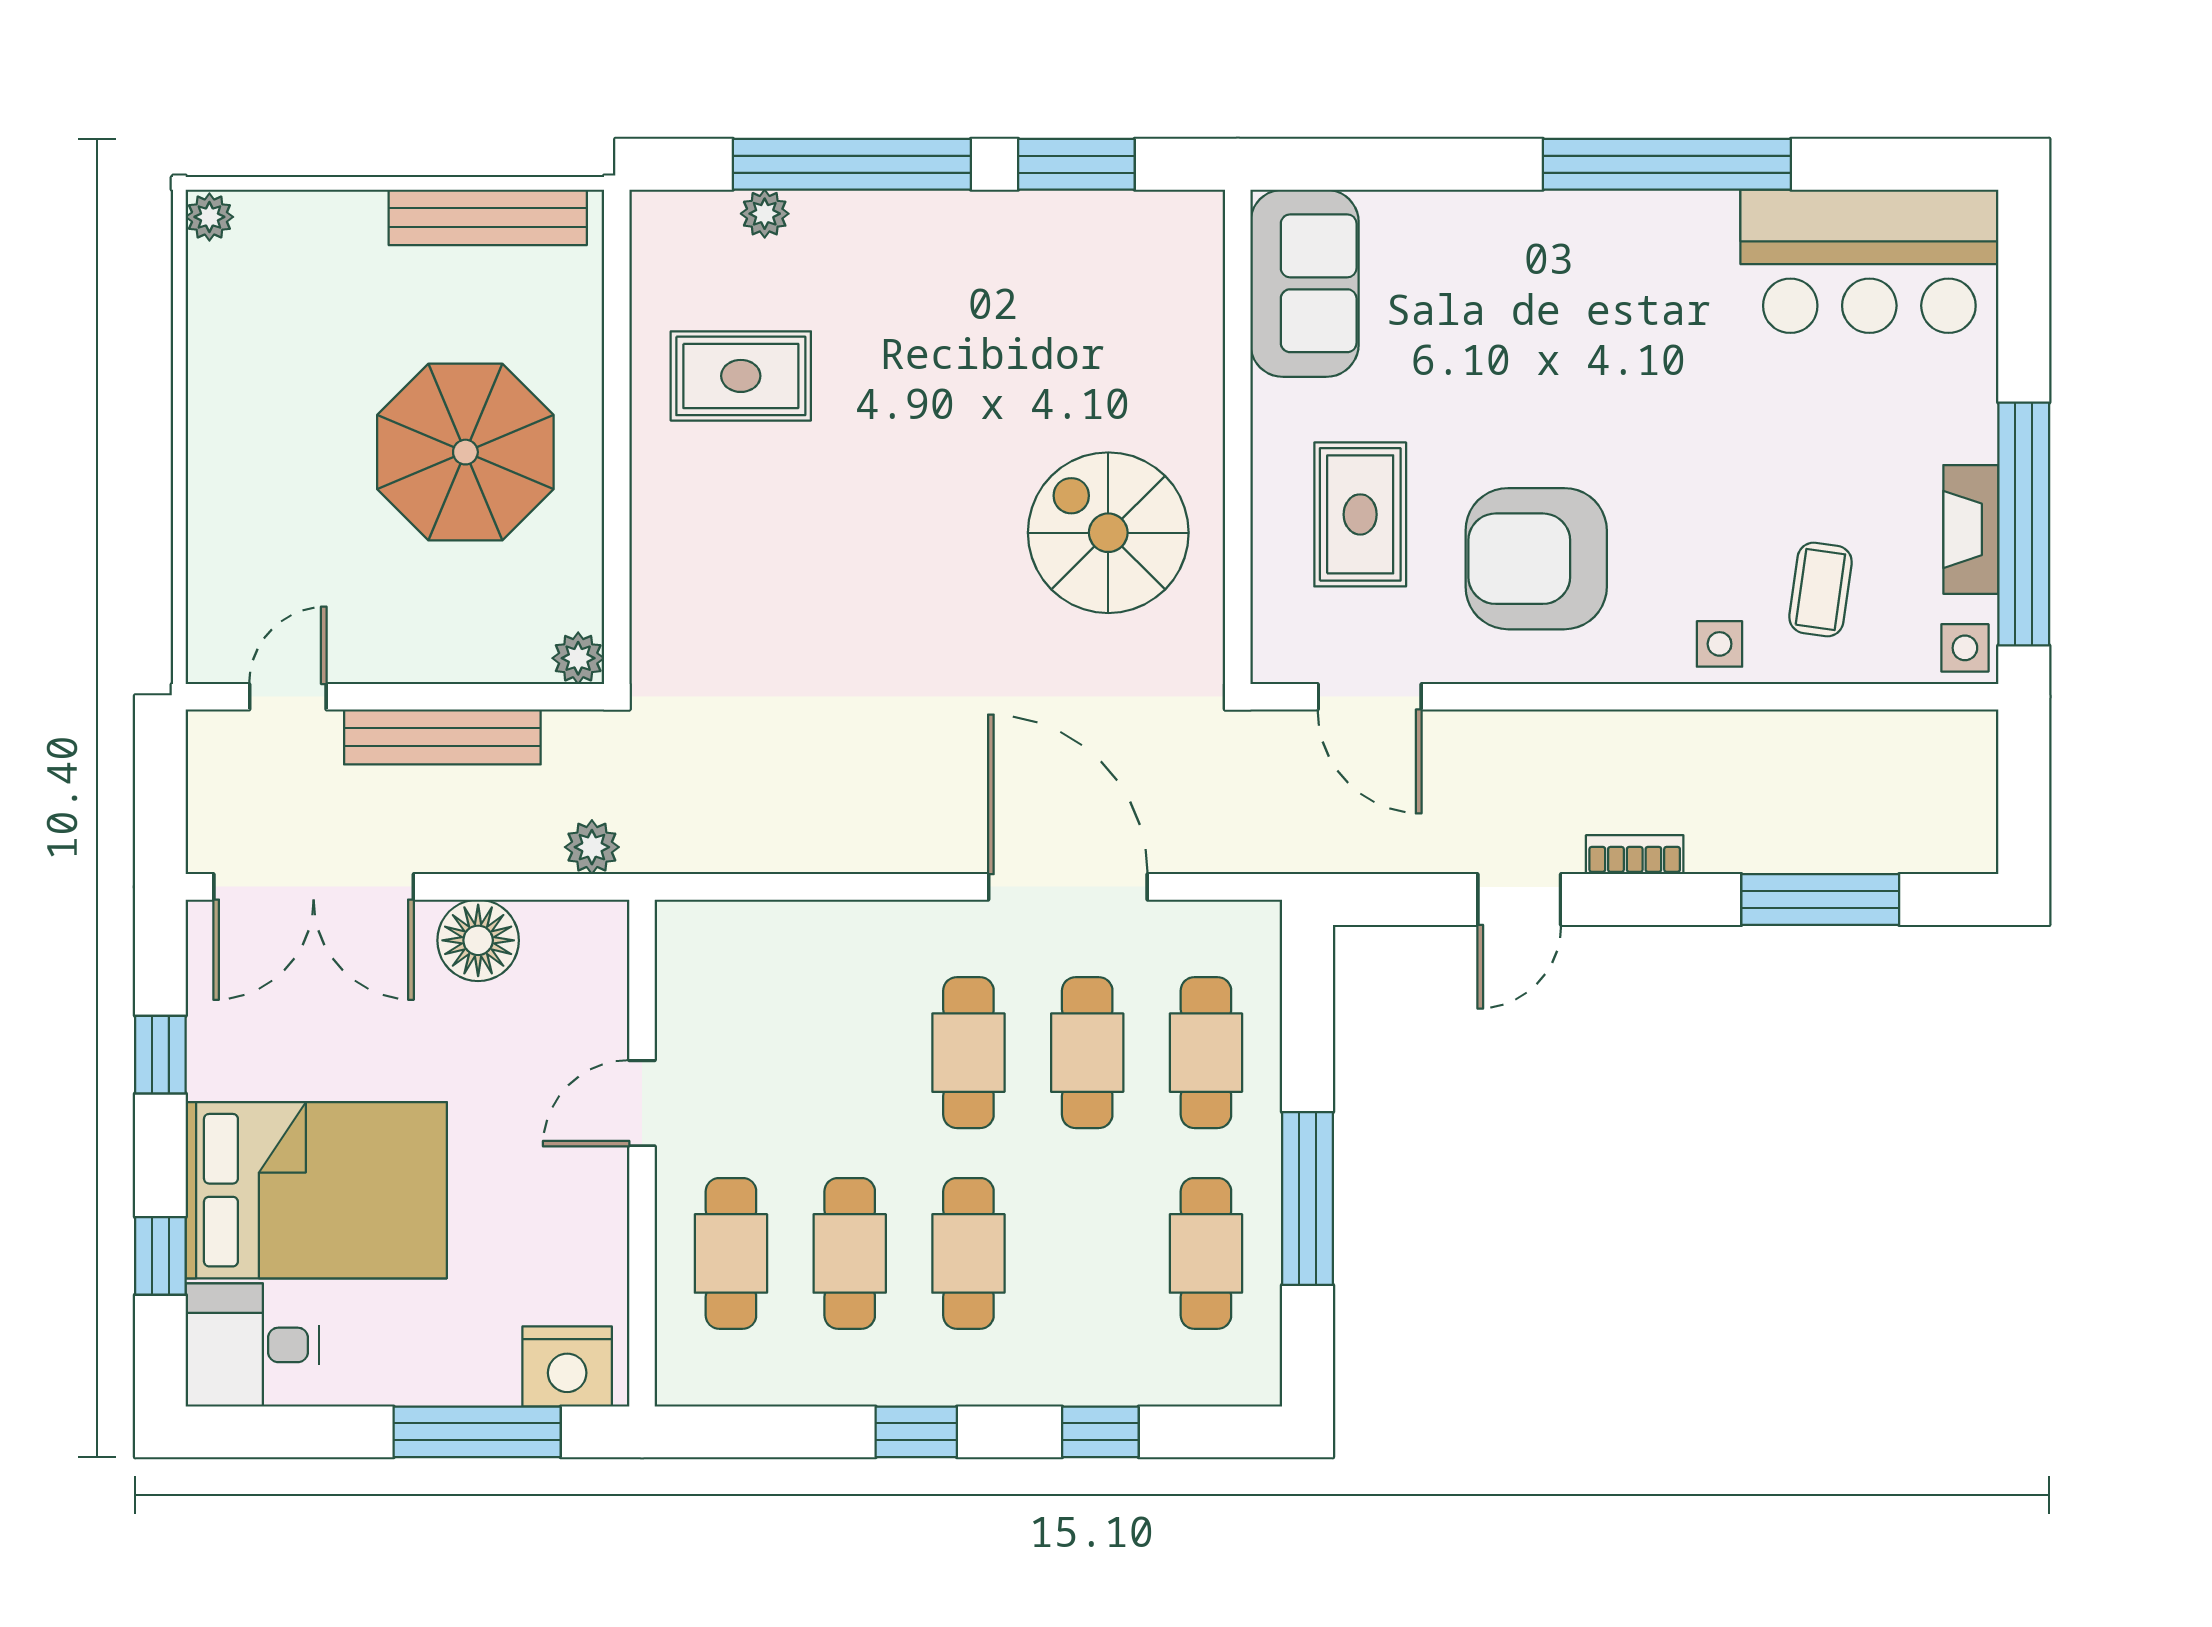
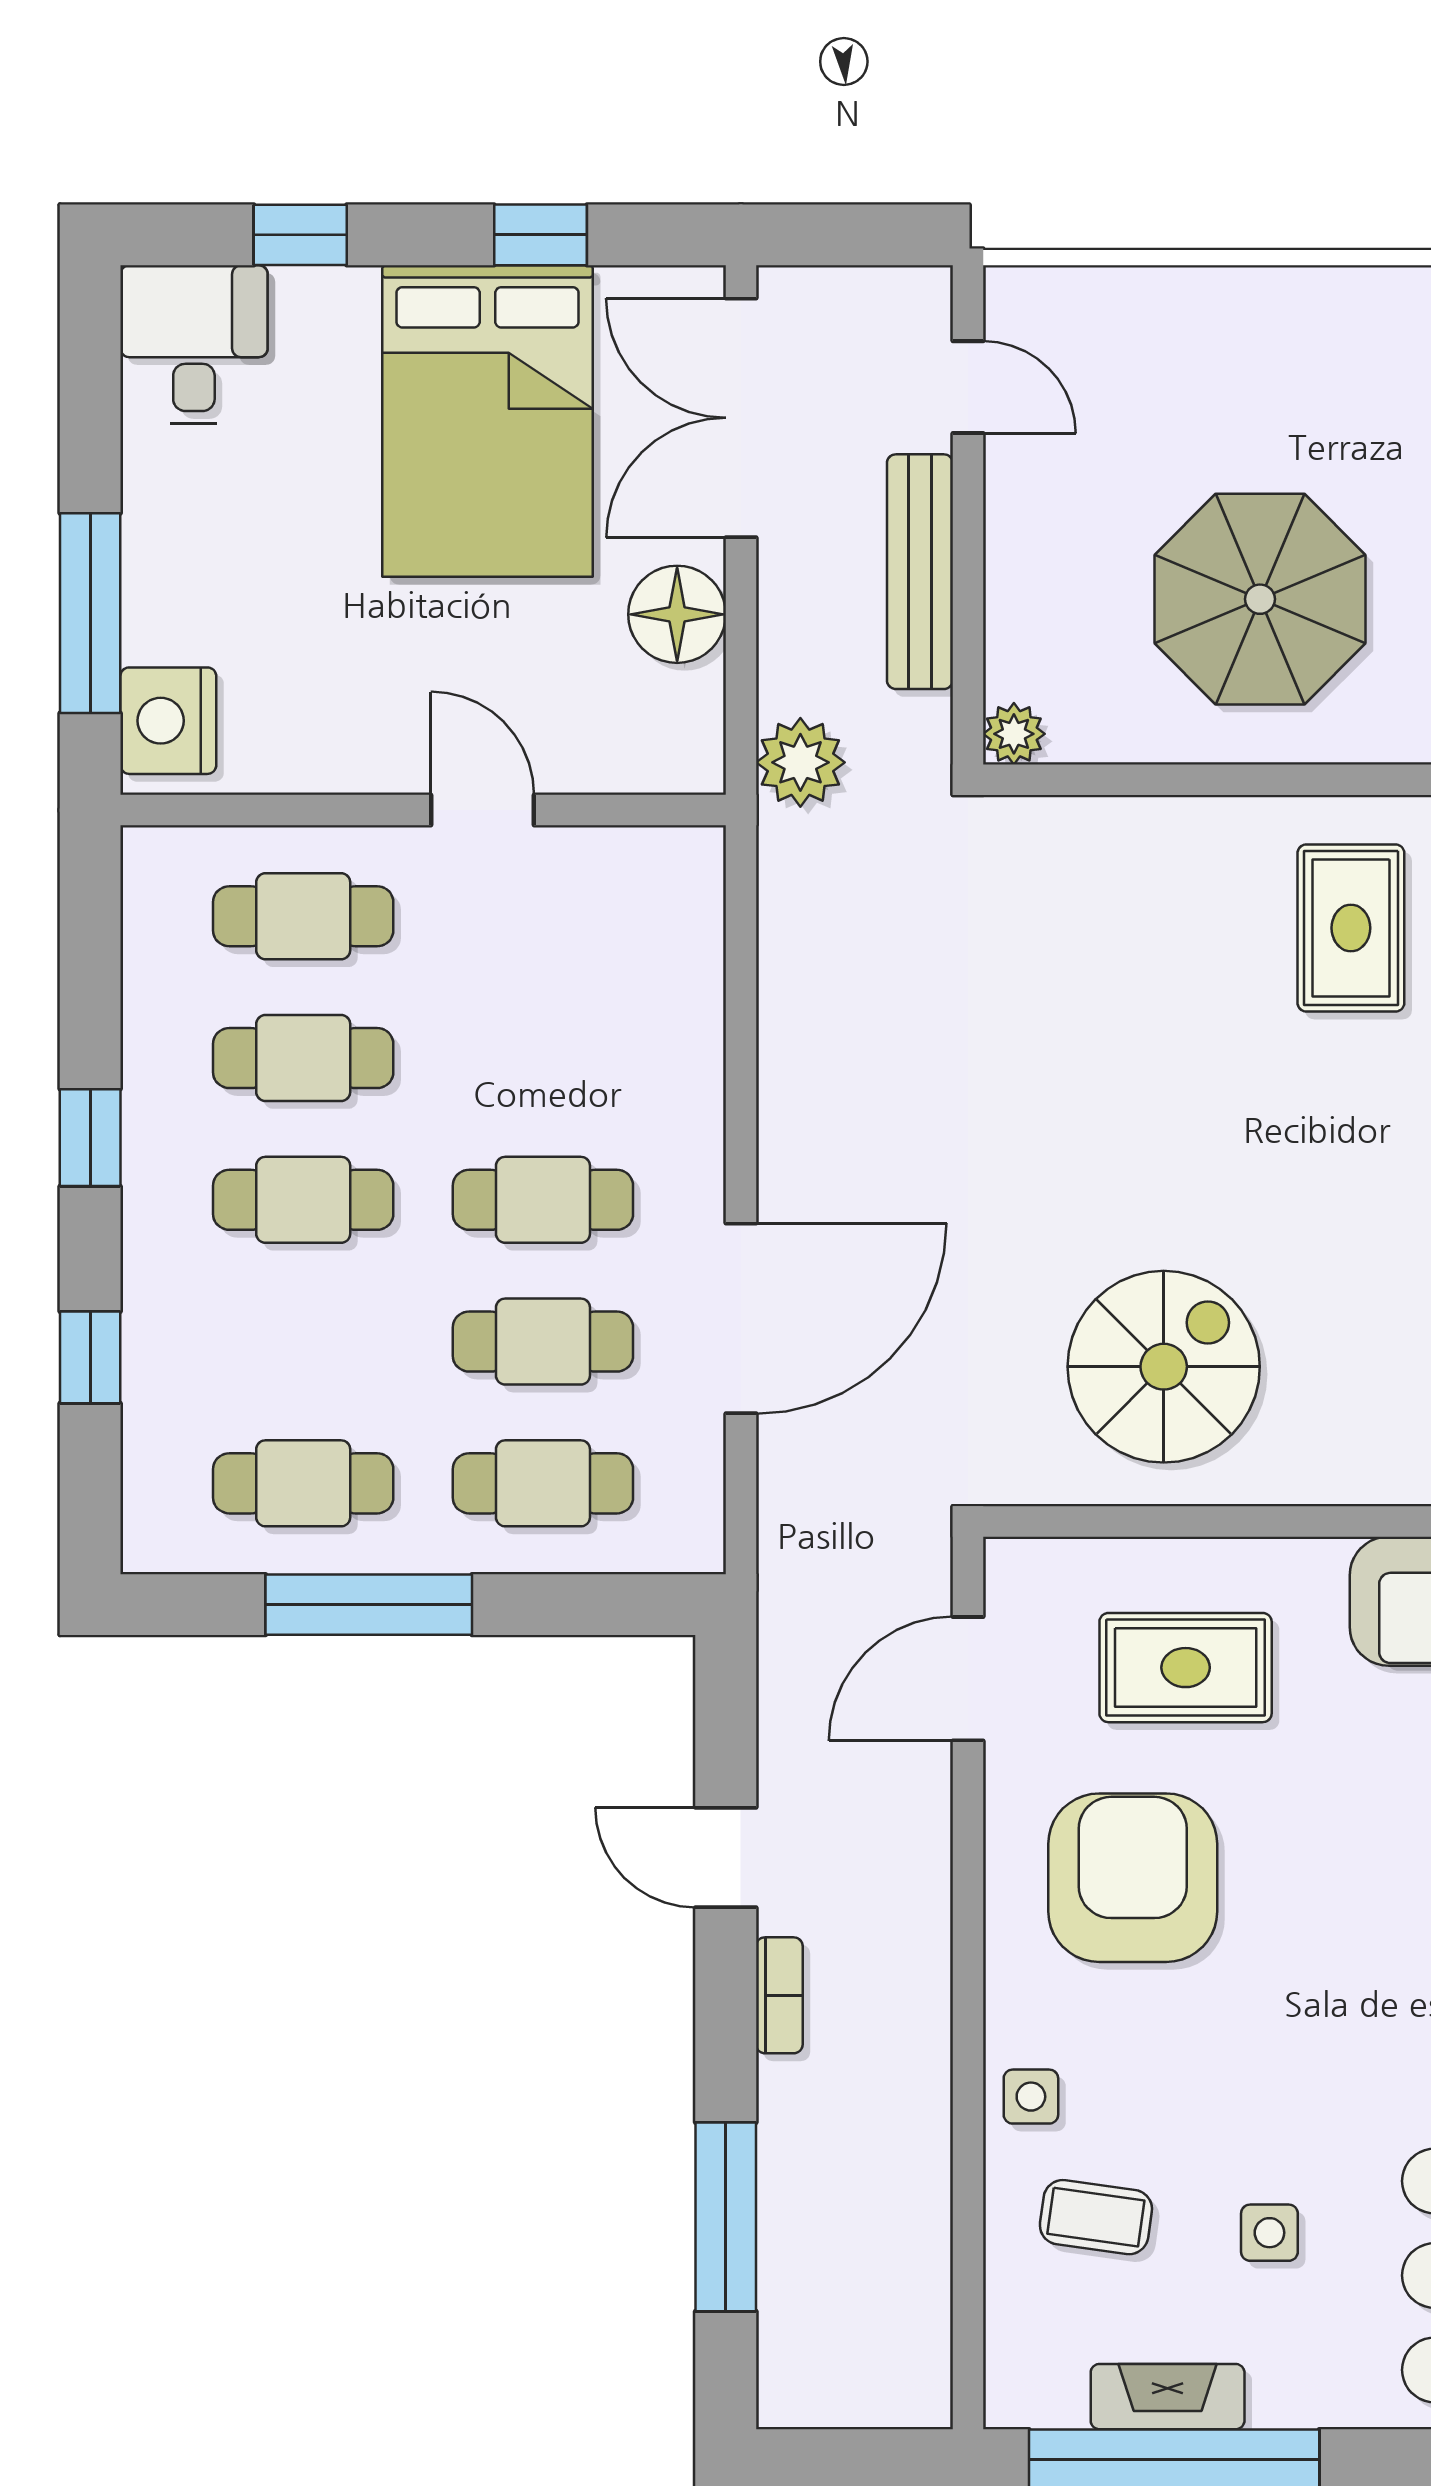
side table: (1965, 648) -> (1269, 2233), moved
plant: (592, 847) -> (800, 762), width x1.38, depth x1.38
bed: (316, 1190) -> (487, 421), moved

